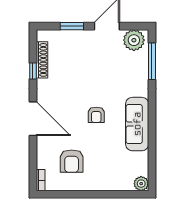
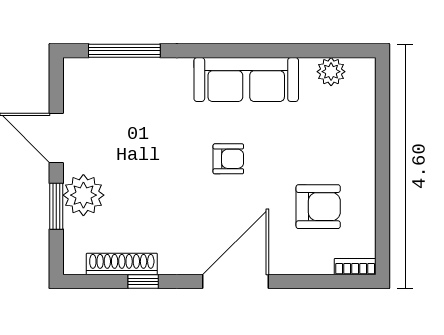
plant: (134, 40) -> (83, 195), moved
plant: (141, 184) -> (331, 72), moved

